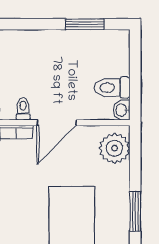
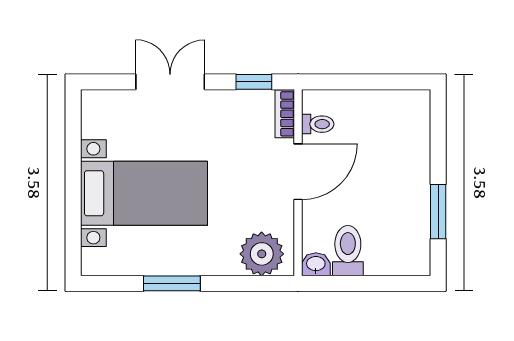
door: (57, 123) -> (298, 172), swing flipped

